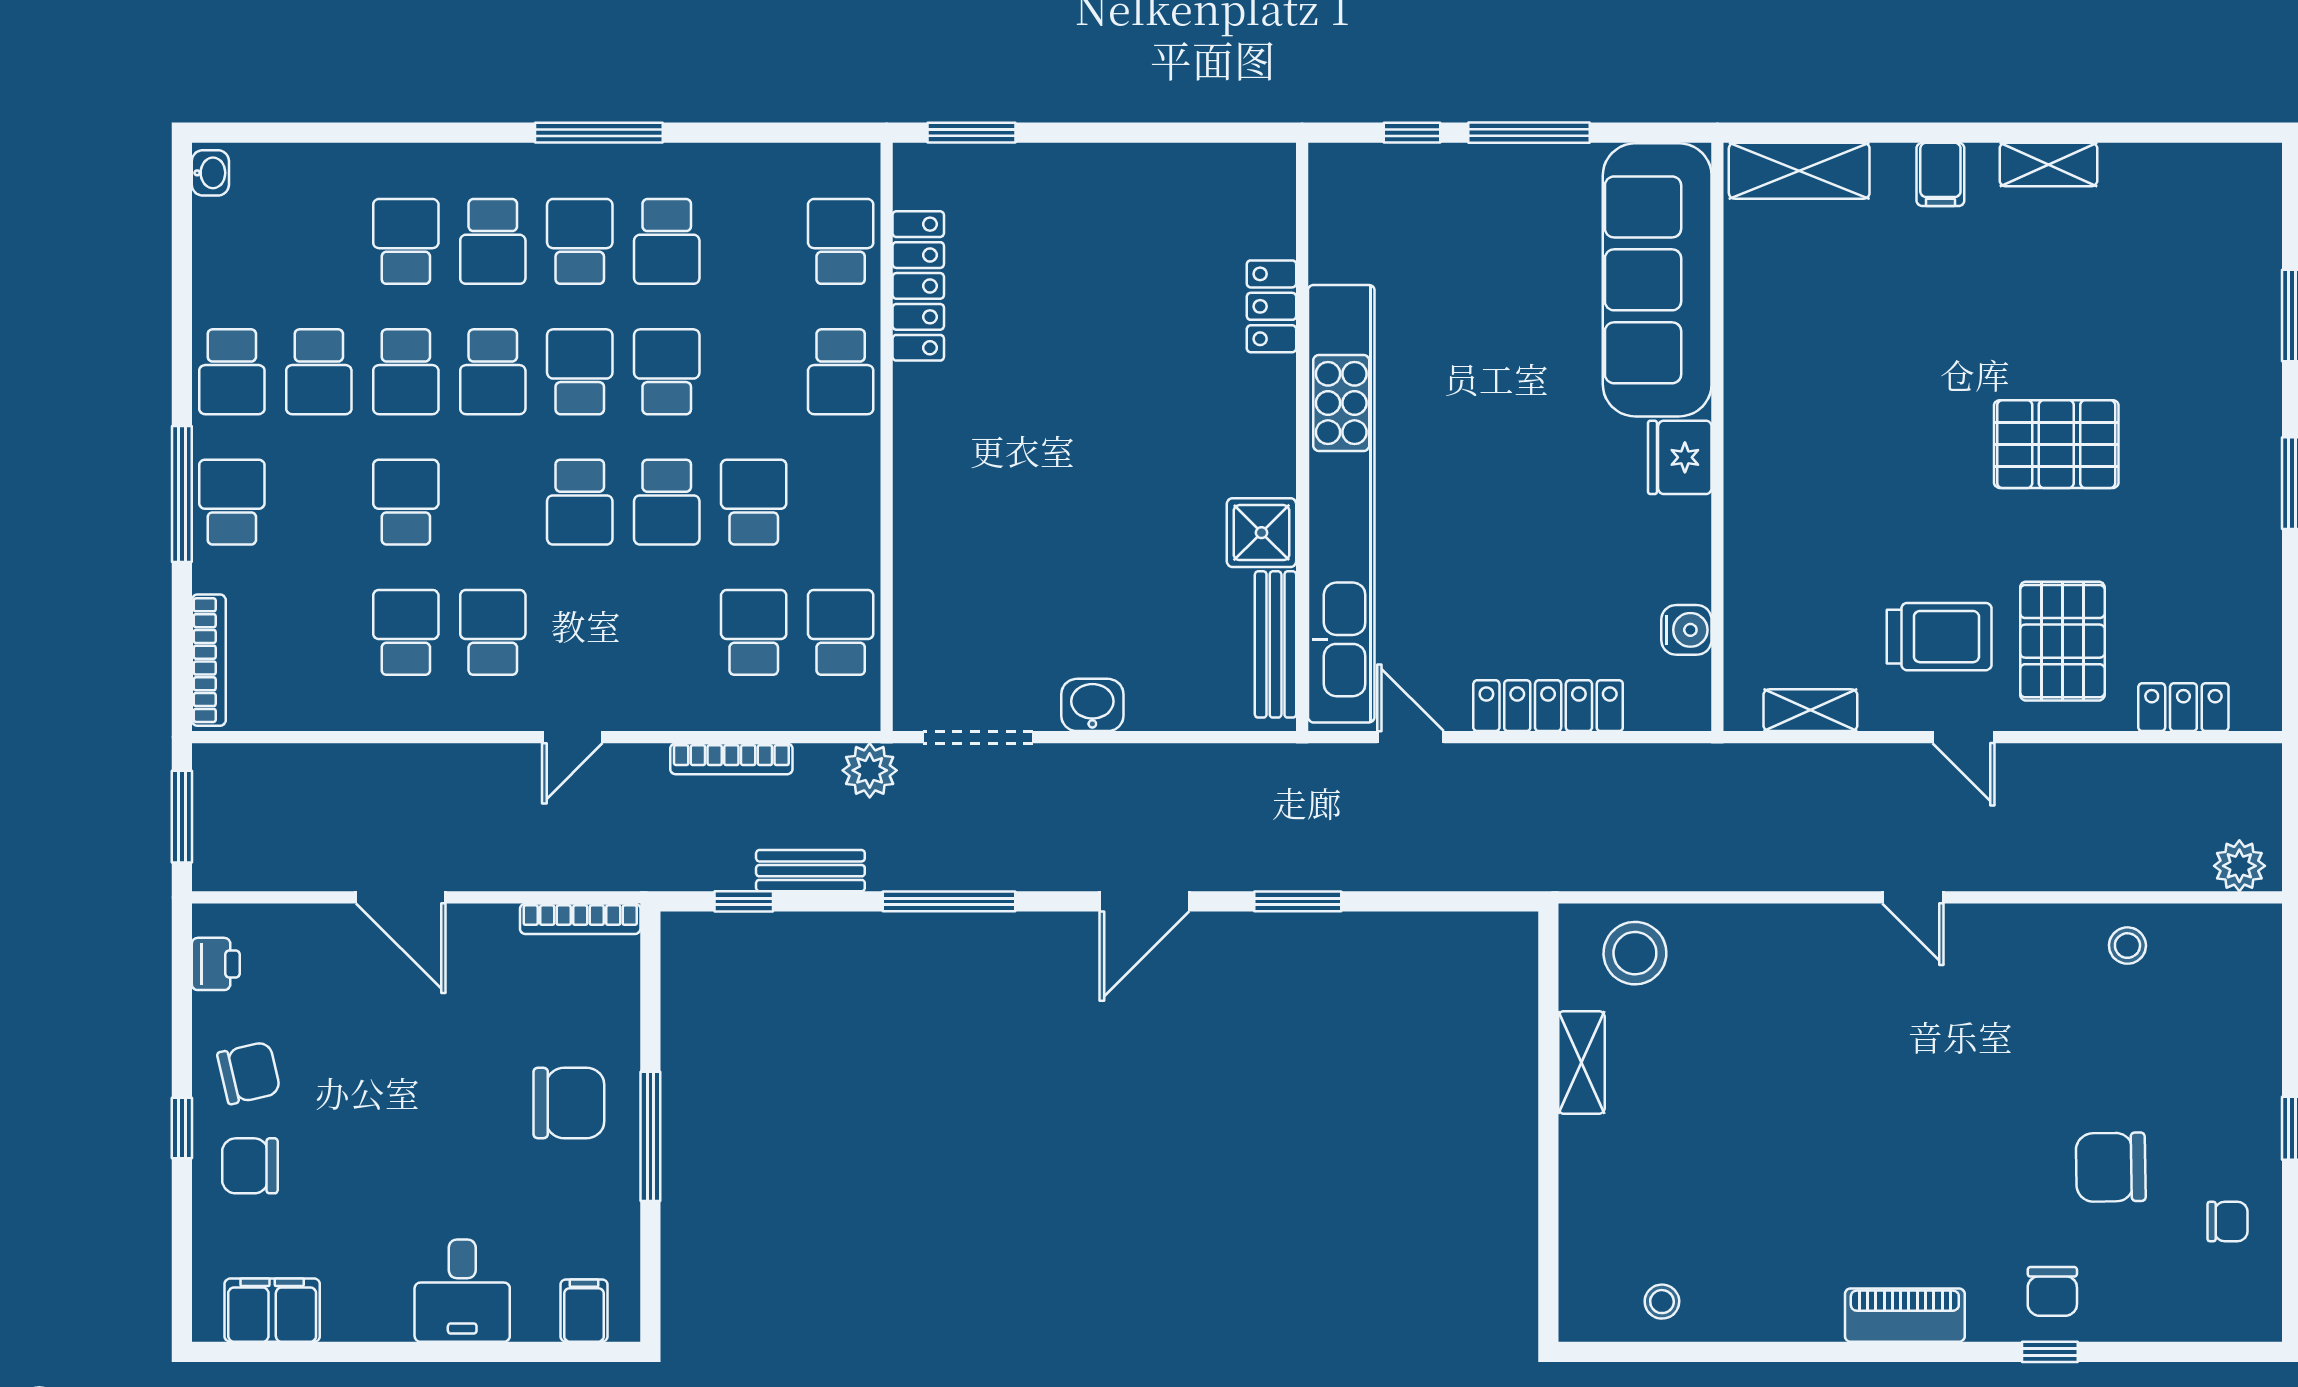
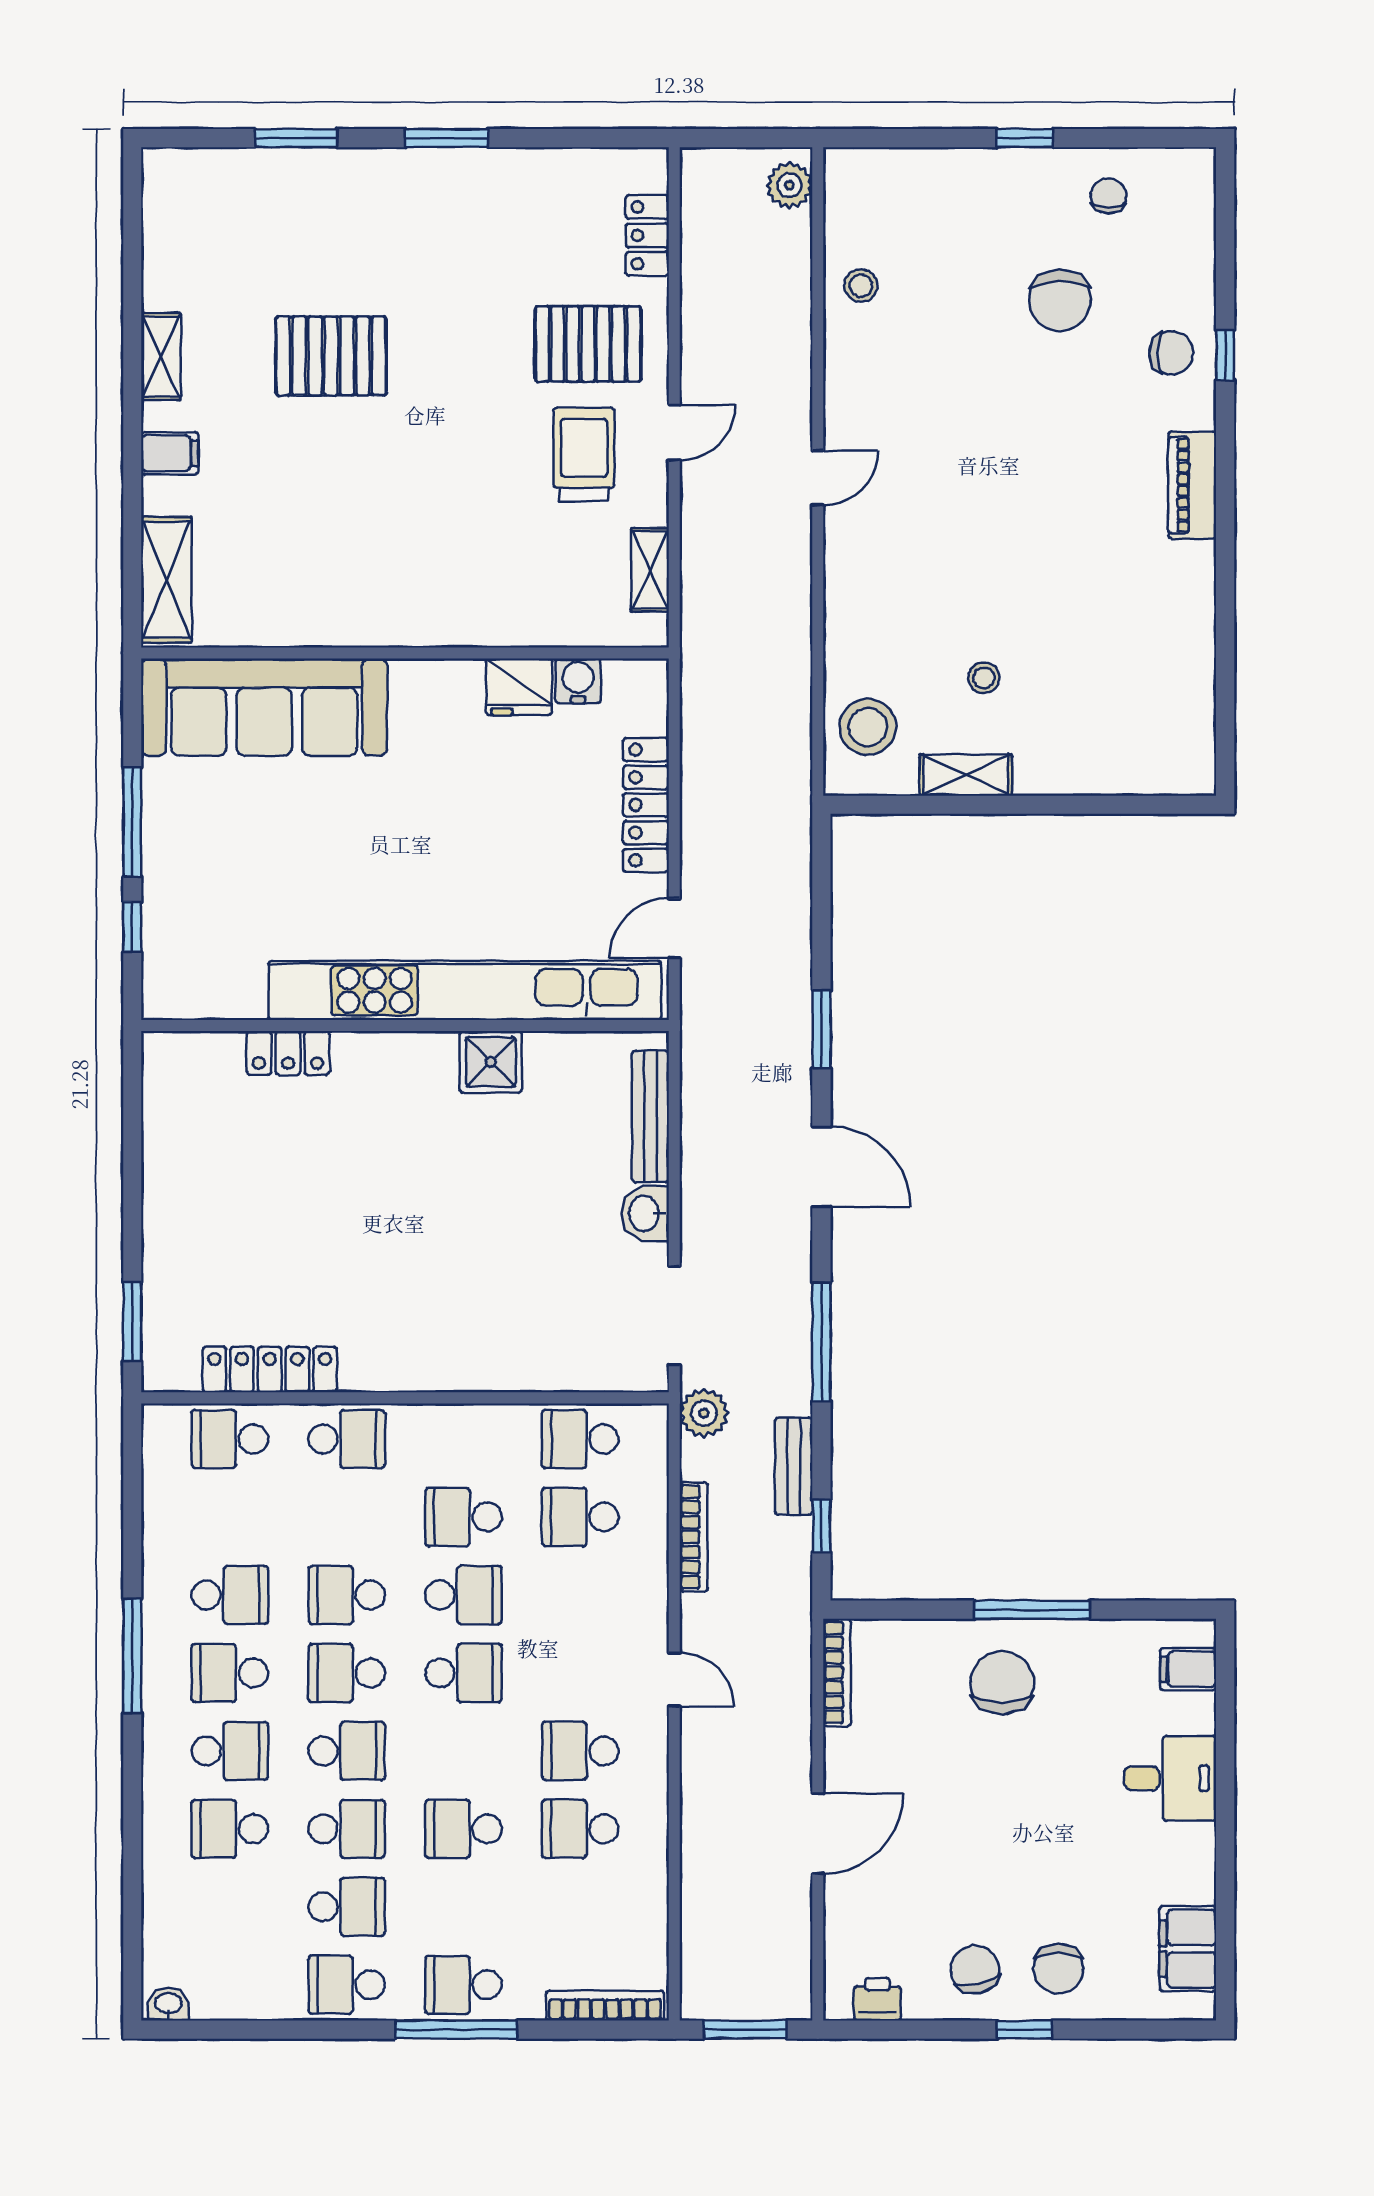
school desk: (232, 372) -> (347, 1985), turned 180
pallet: (2056, 444) -> (331, 356), moved, turned 90
fridge: (1680, 457) -> (519, 687), moved
bench: (1276, 644) -> (650, 1116), moved, turned 90
stool: (1662, 1302) -> (984, 678), moved

